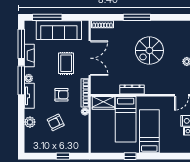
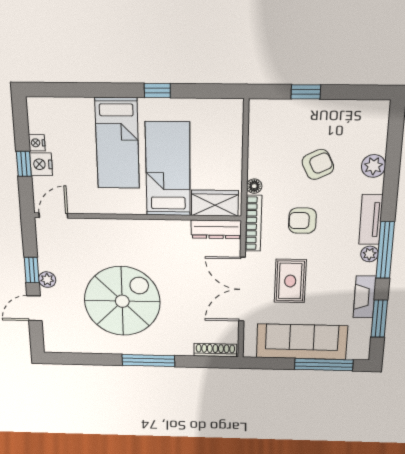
window: (21, 44) -> (379, 319), width x0.69
spiral stairs: (149, 51) -> (122, 301), width x1.37, depth x1.37
dresser: (132, 90) -> (216, 229), moved

